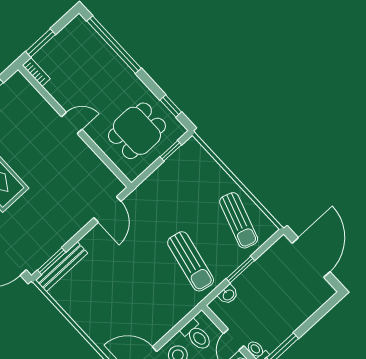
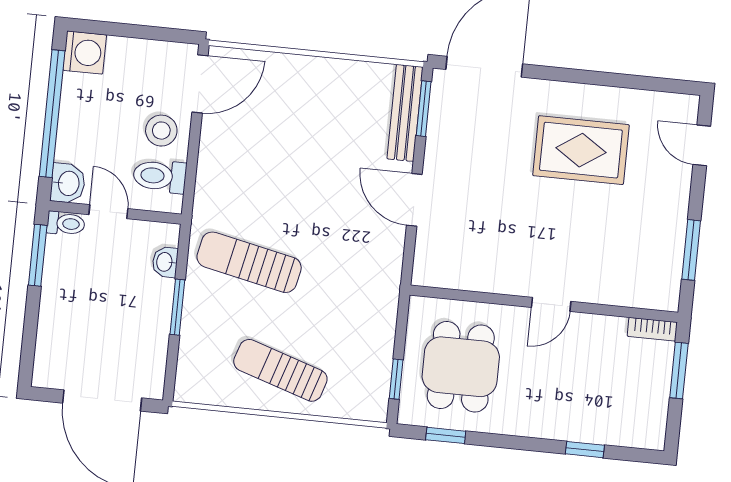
window: (114, 45) -> (585, 450), width x0.32
door: (107, 210) -> (414, 200), moved
sun lounger: (239, 220) -> (280, 370), moved

